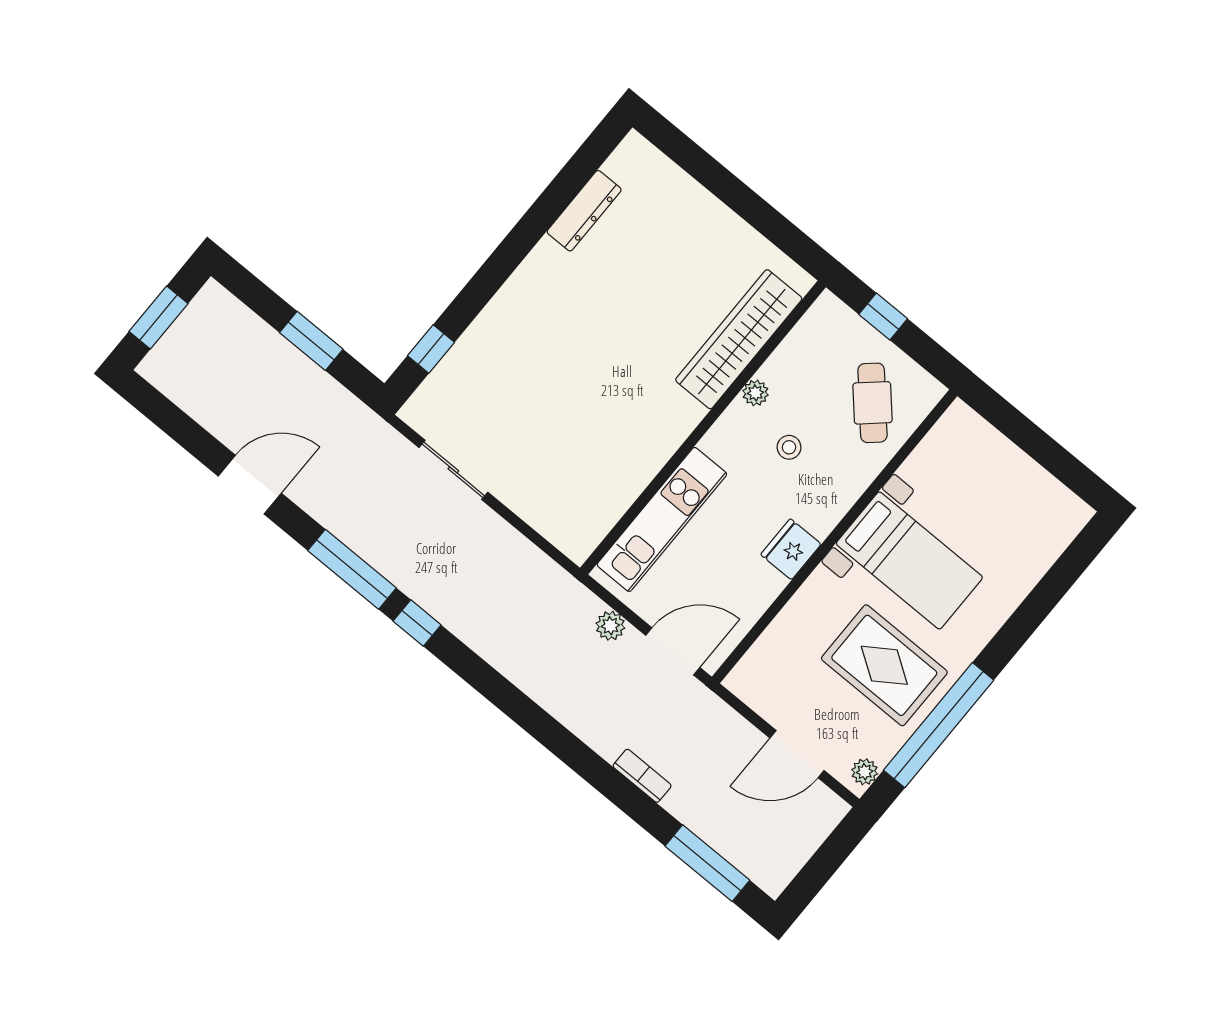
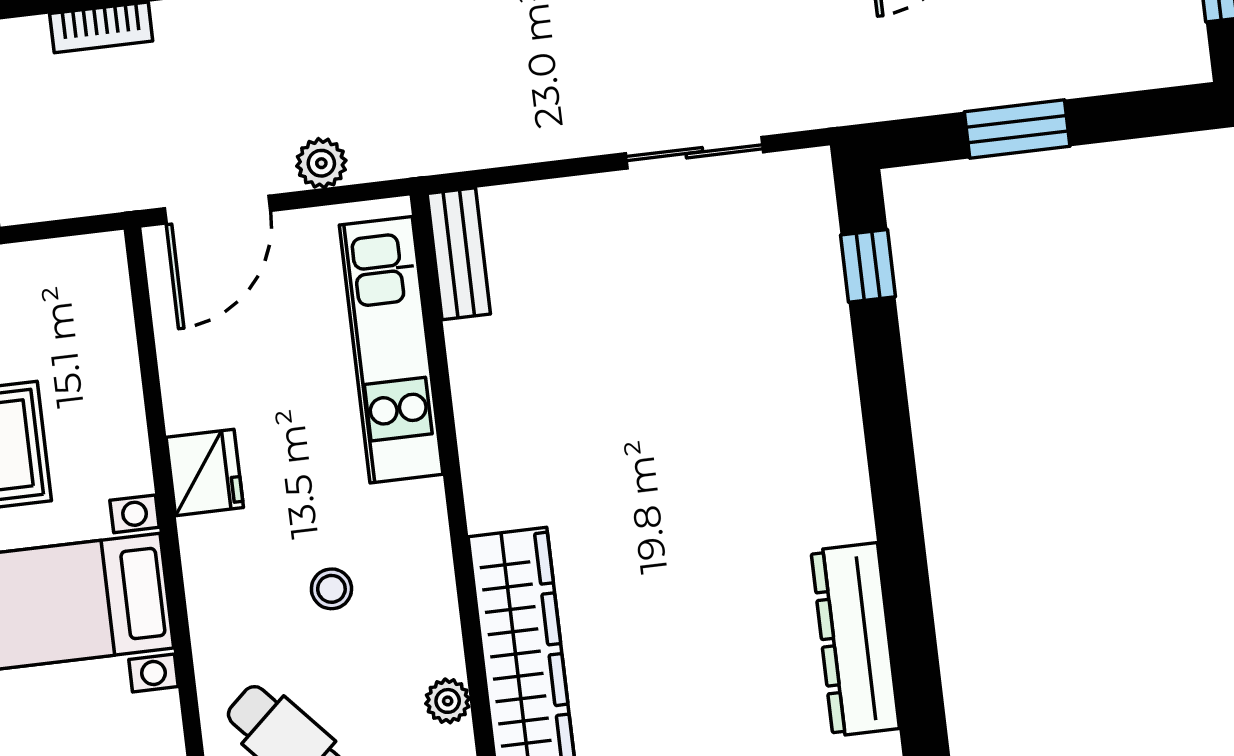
dresser: (584, 211) -> (855, 639), width x1.37, depth x1.24
plant: (755, 393) -> (448, 701), moved
bench: (593, 530) -> (459, 254), added

